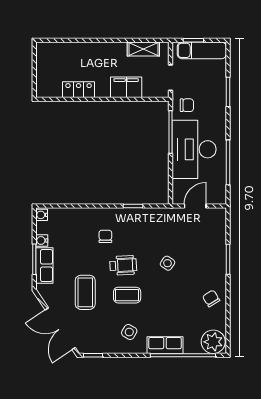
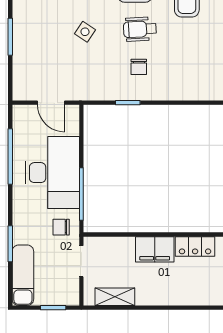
exam couch: (202, 50) -> (23, 275), moved, turned 90
filing cabinet: (126, 87) -> (155, 249), moved
door: (195, 206) -> (51, 103), hinge flipped
chair: (105, 236) -> (139, 67), moved

